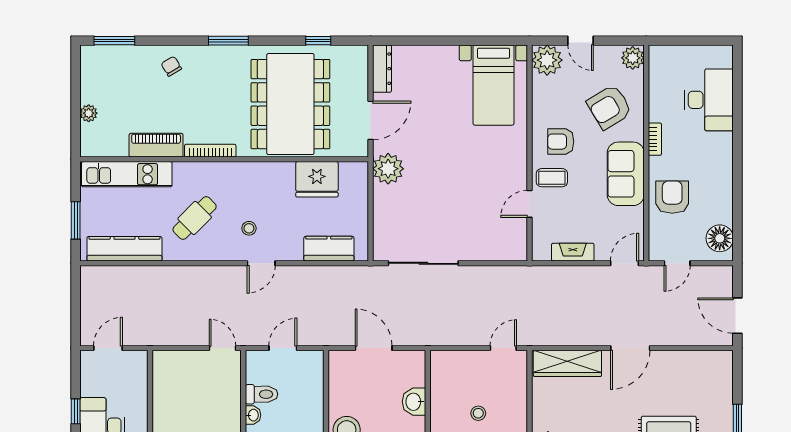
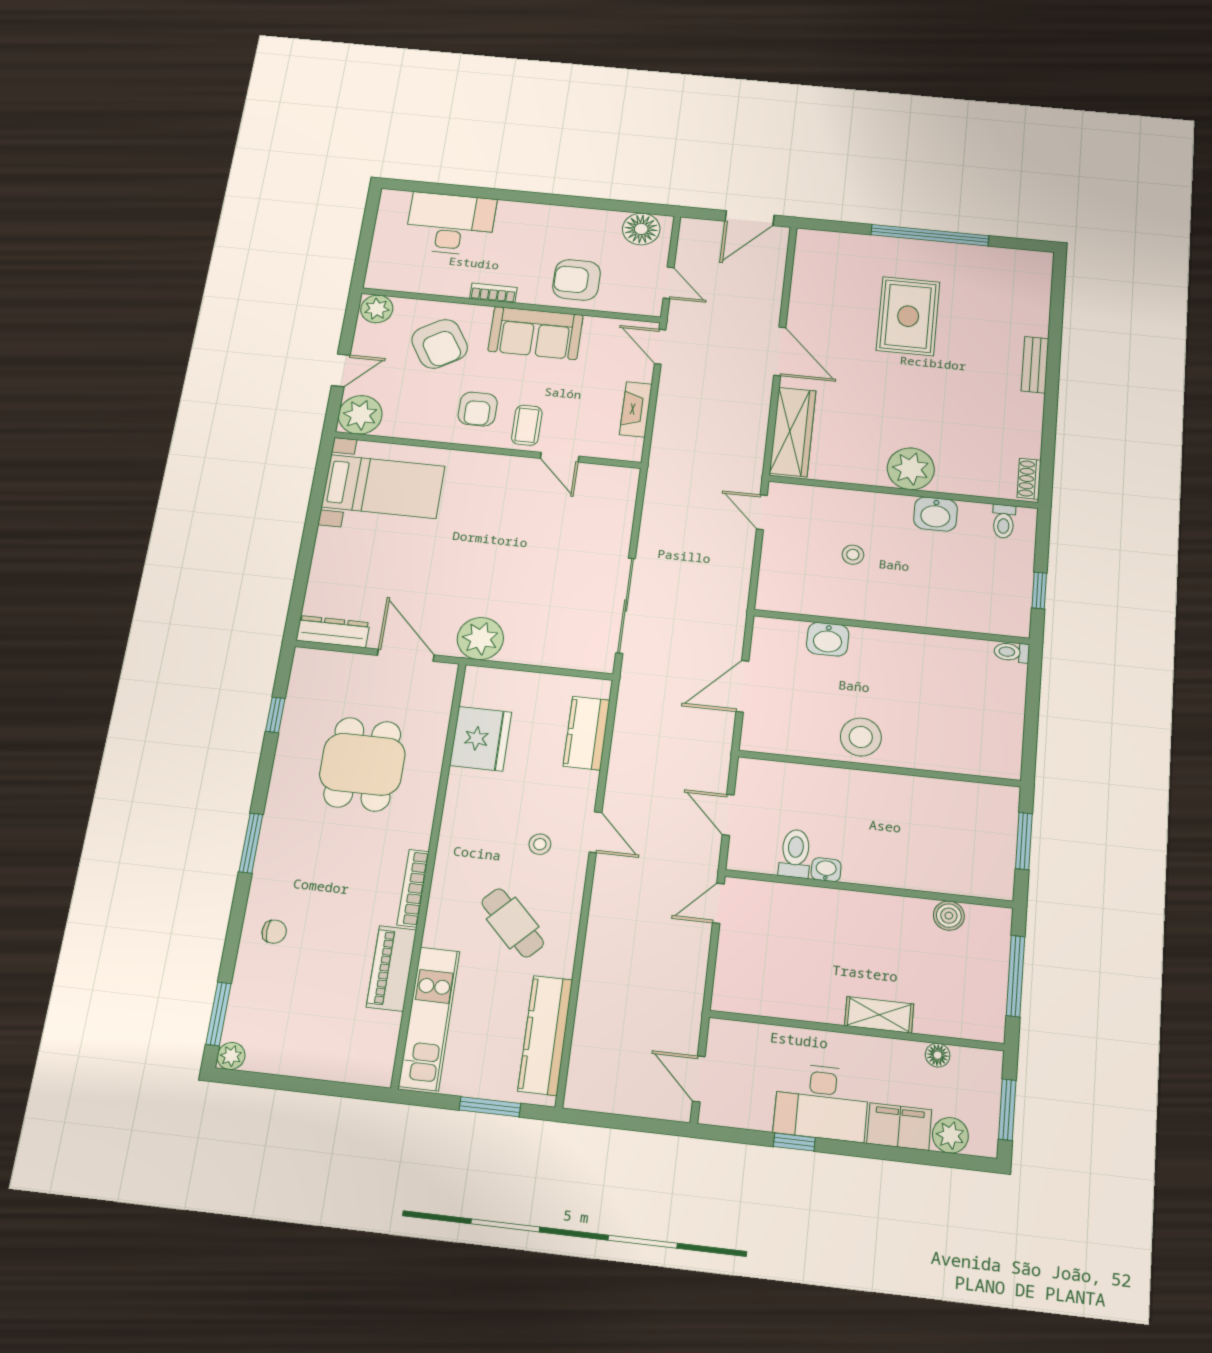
chair: (171, 66) -> (274, 932), turned -149
dining table: (290, 104) -> (362, 764), width x0.53, depth x0.80
plant: (89, 113) -> (231, 1056), moved

